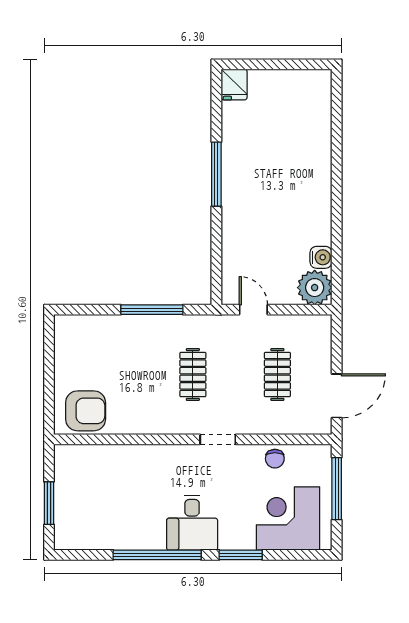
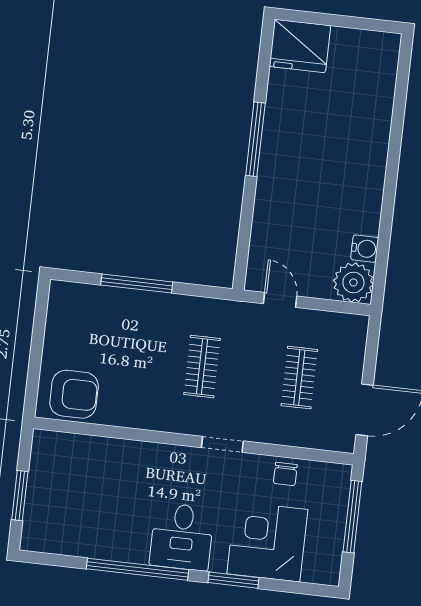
fridge: (234, 85) -> (300, 46), width x1.88, depth x1.34
window: (152, 310) -> (137, 284), moved
corner desk: (288, 518) -> (267, 542), moved

